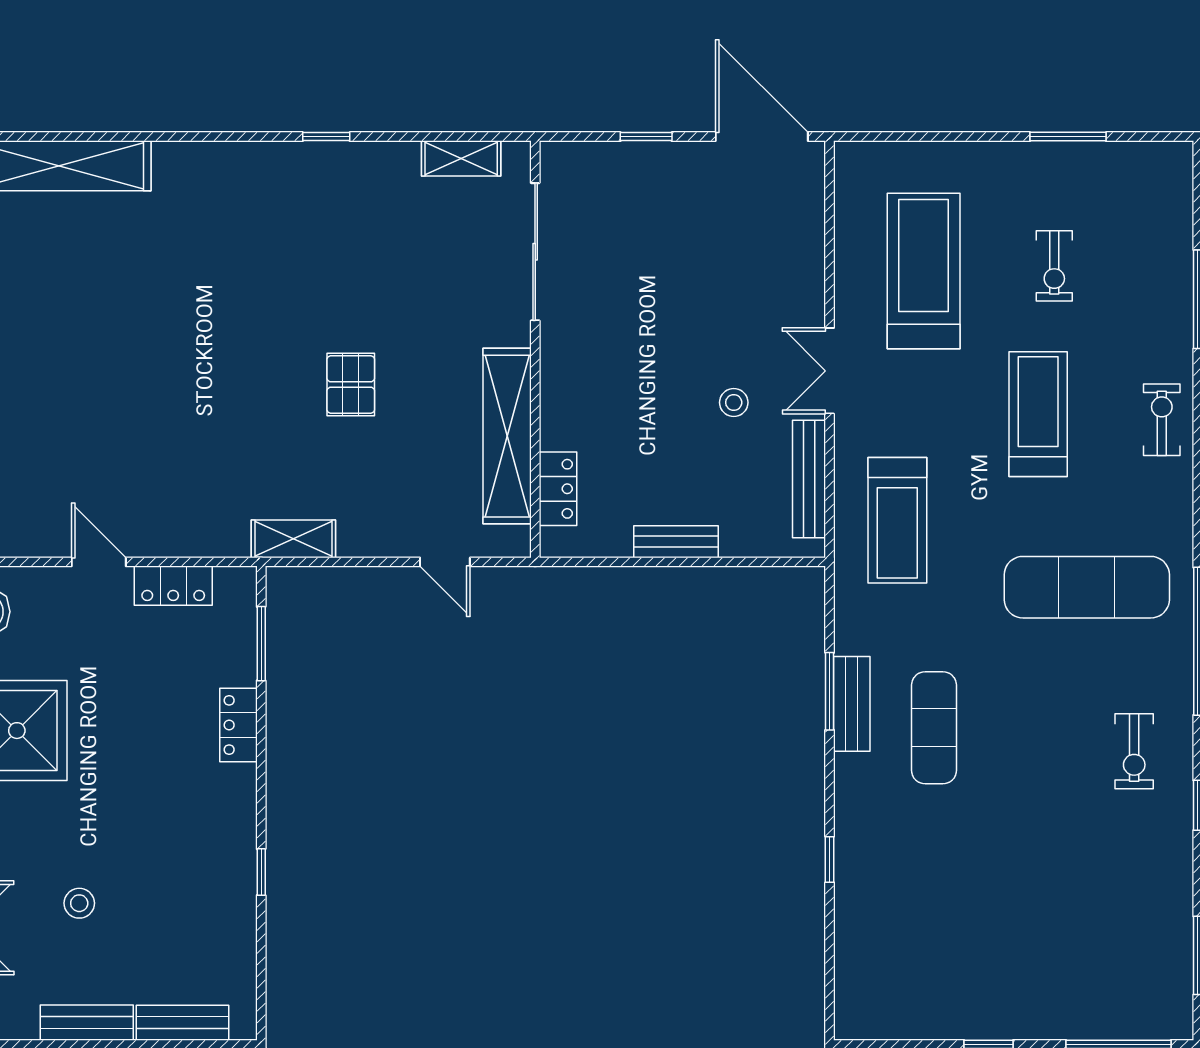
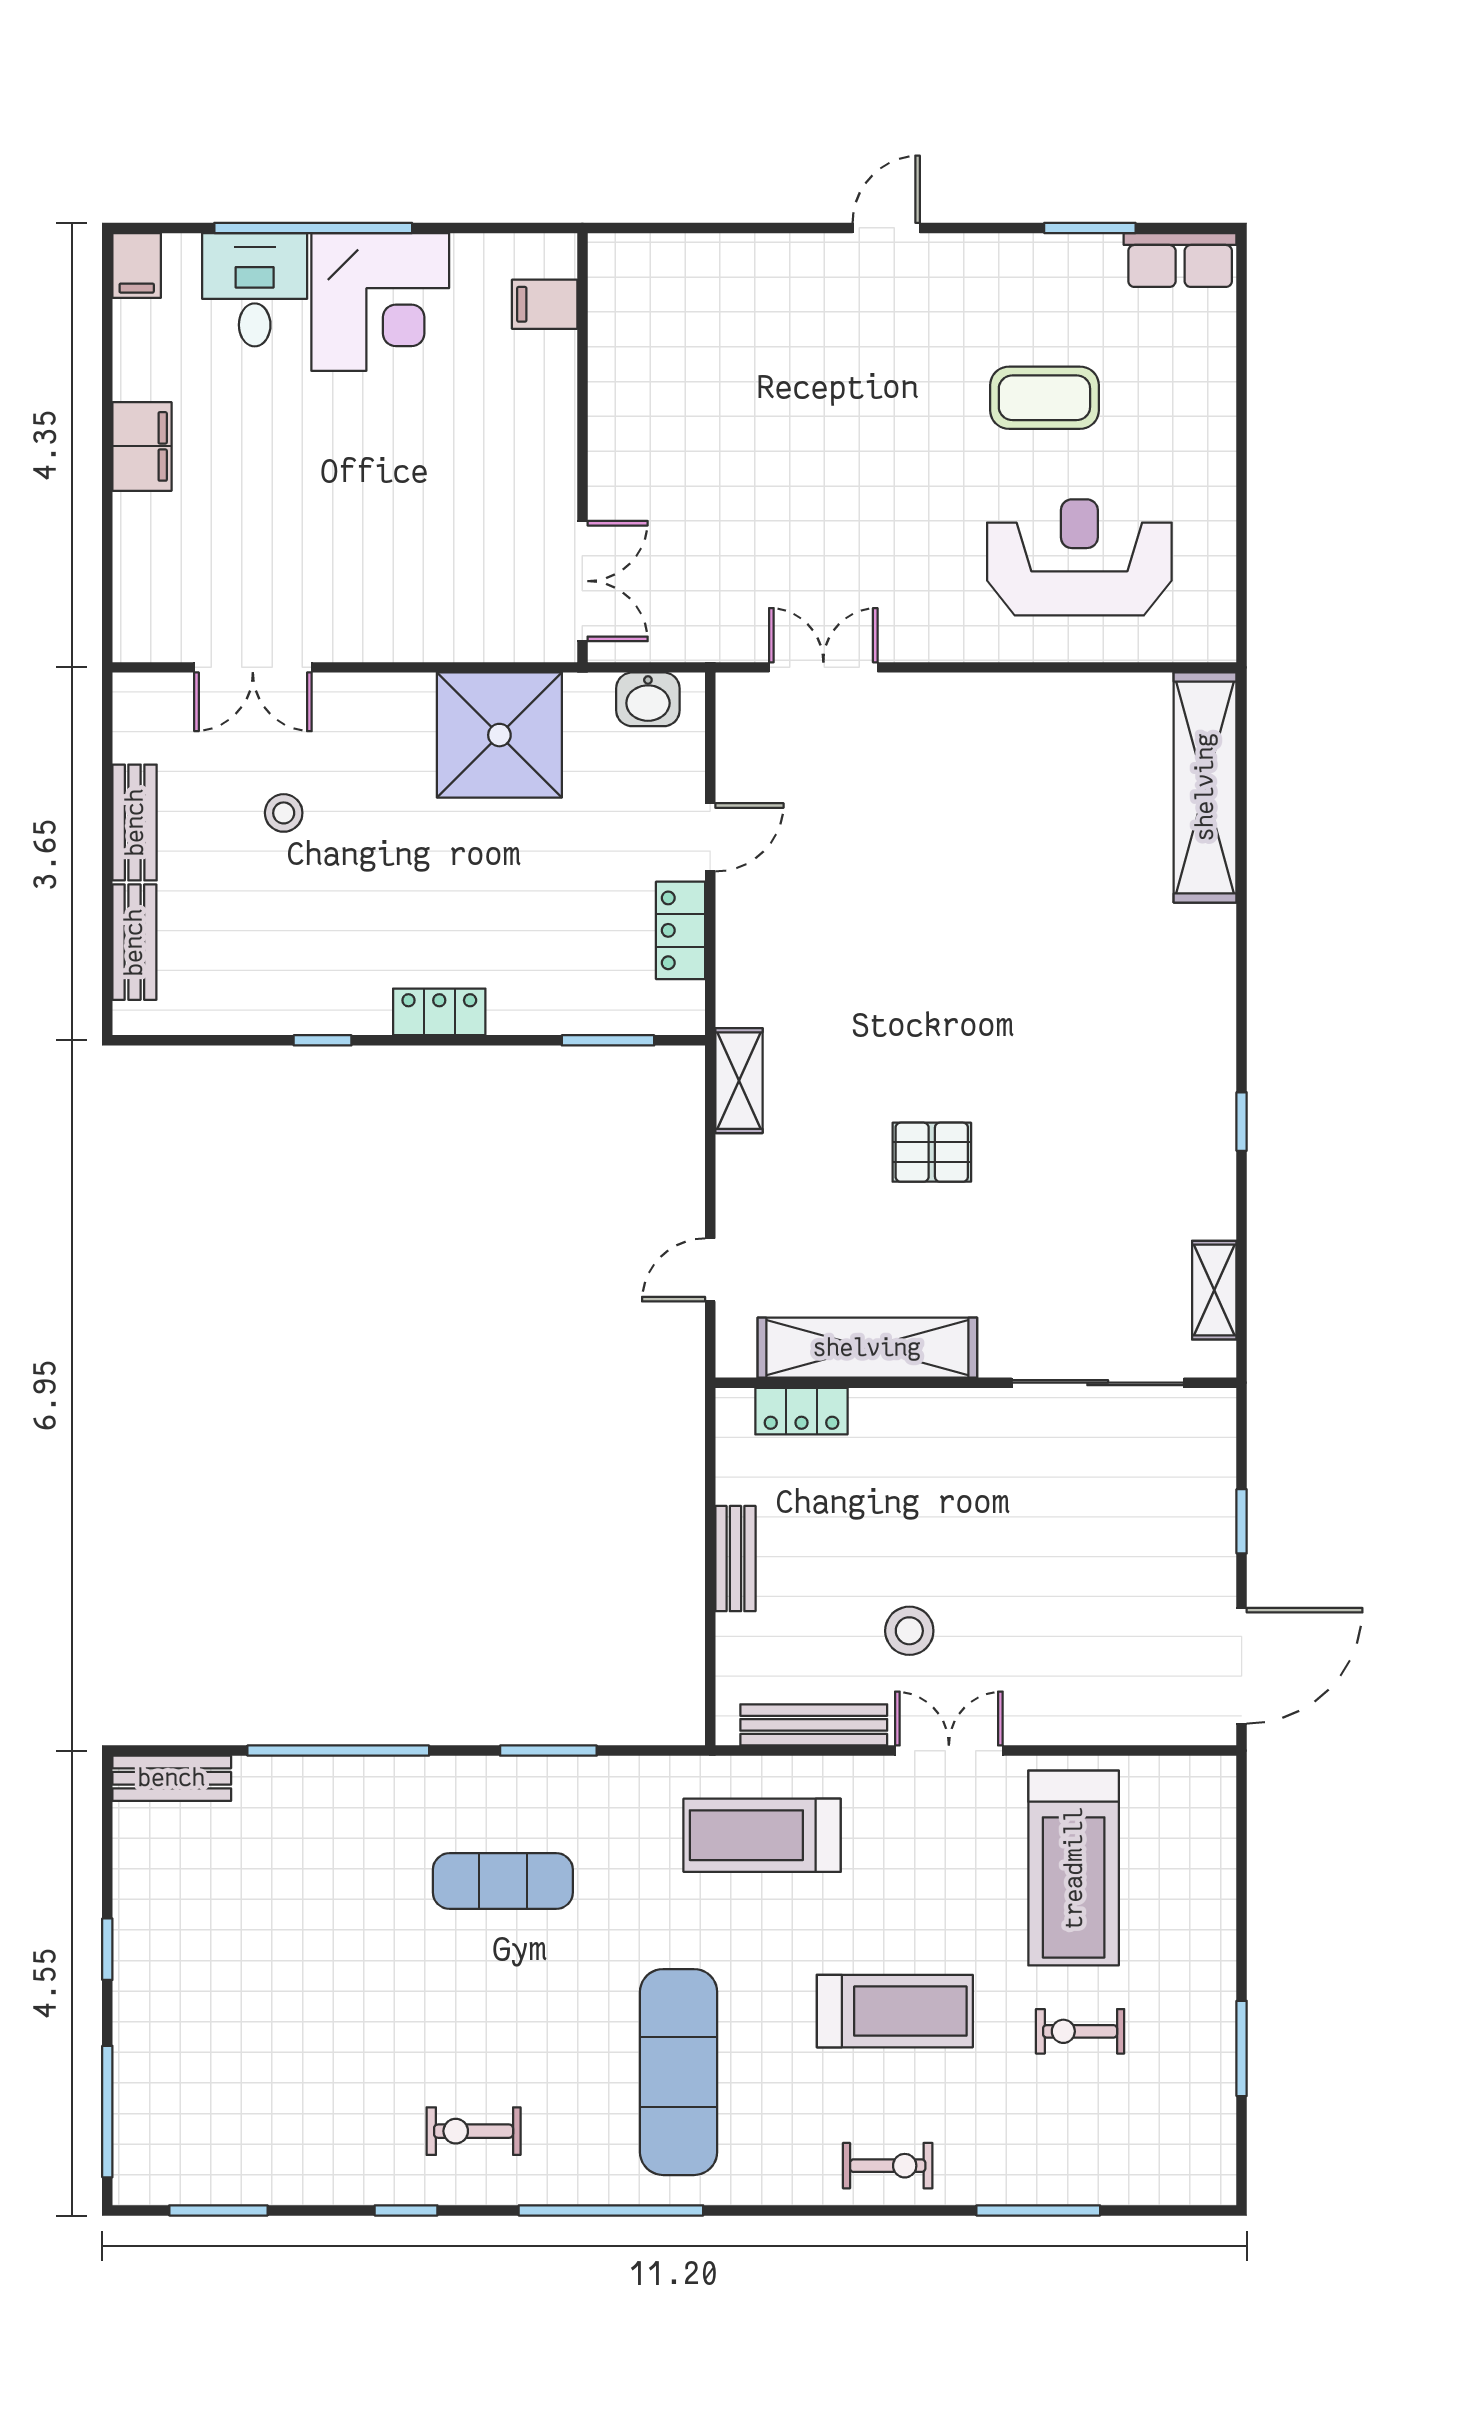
treadmill: (924, 271) -> (1074, 1868), turned 90
stool: (734, 402) -> (909, 1631), width x1.37, depth x1.37
bench: (852, 704) -> (172, 1778), moved
locker: (238, 725) -> (439, 1012), moved
window: (830, 860) -> (338, 1751), width x3.17

